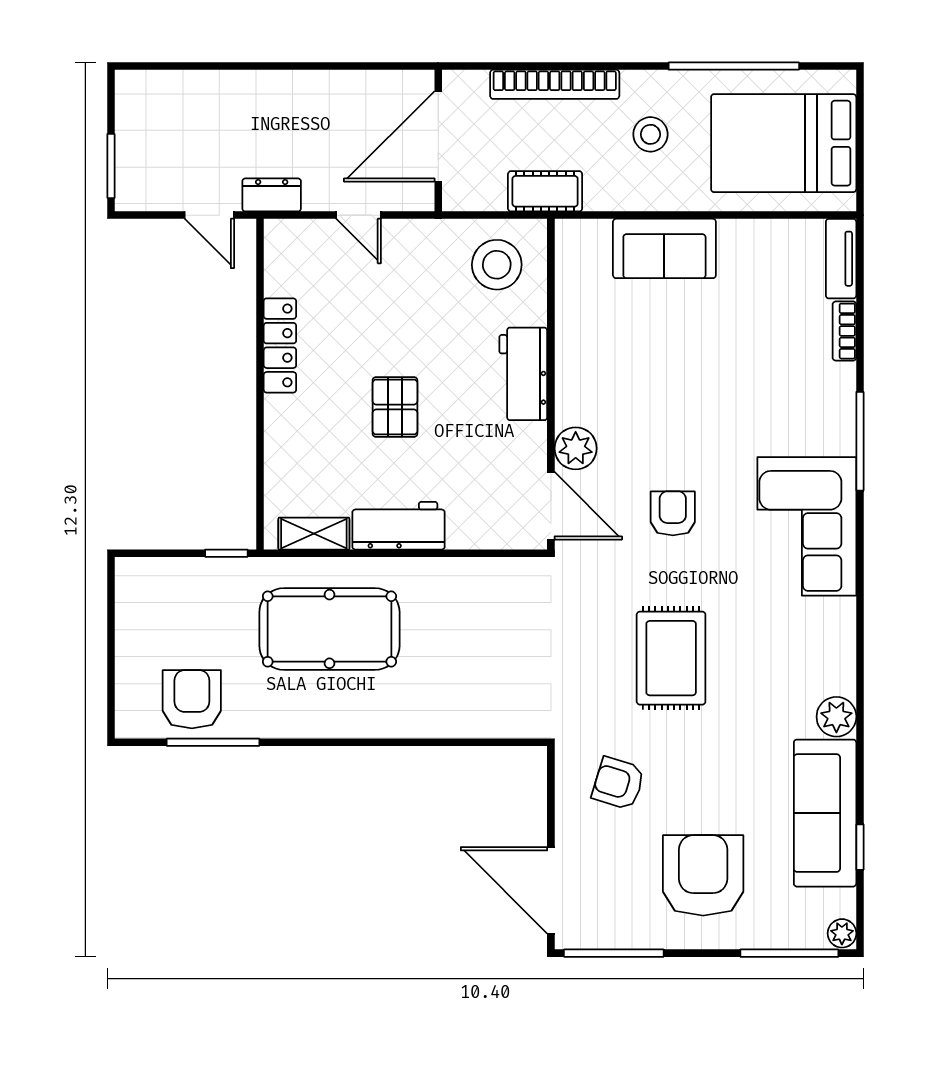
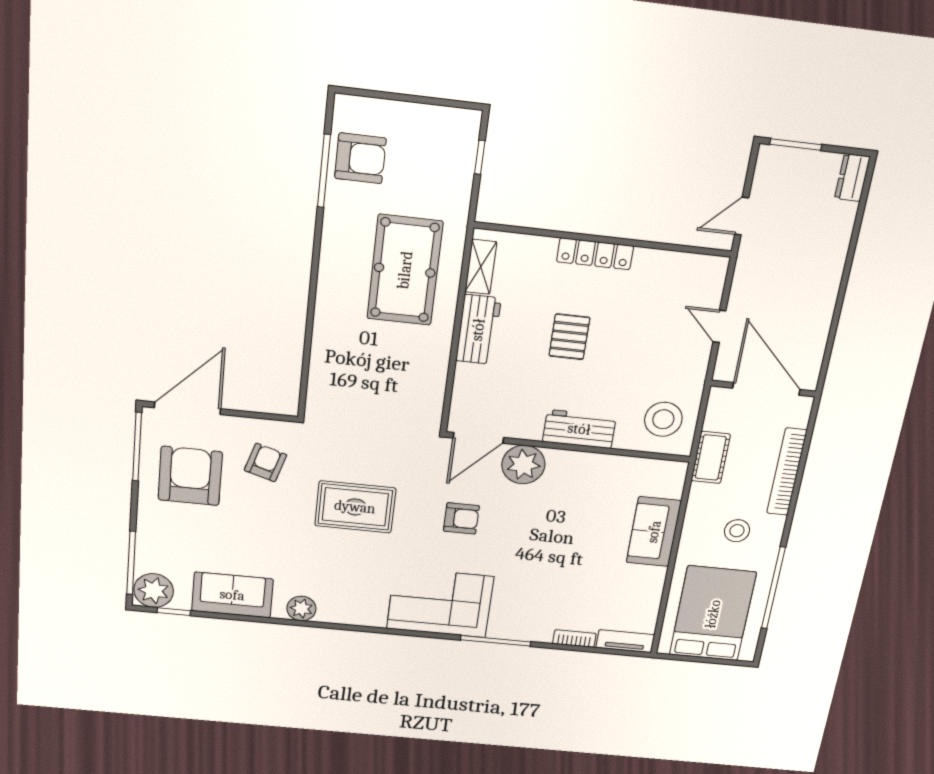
dresser: (272, 195) -> (852, 178), moved, turned 180
door: (359, 215) -> (719, 326), hinge flipped
locker: (280, 345) -> (595, 254), moved
pallet: (395, 407) -> (569, 337), turned 90
plant: (576, 448) -> (523, 465), width x1.36, depth x1.36
window: (226, 553) -> (480, 157), moved
sofa: (825, 813) -> (232, 595), width x0.73
window: (860, 847) -> (174, 612), moved
armchair: (703, 875) -> (190, 476), moved, turned -90
plant: (842, 933) -> (154, 591), width x1.88, depth x1.88

